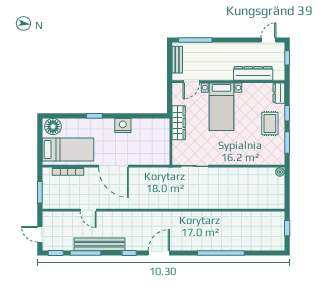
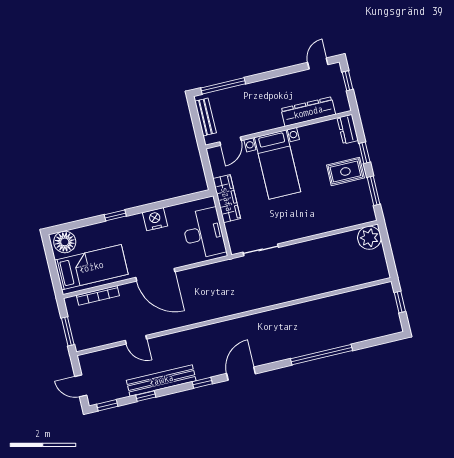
rug: (270, 124) -> (345, 171), turned 90
desk: (156, 144) -> (204, 233), added
plant: (280, 172) -> (369, 238), width x1.88, depth x1.88
window: (86, 253) -> (146, 396), width x0.46

